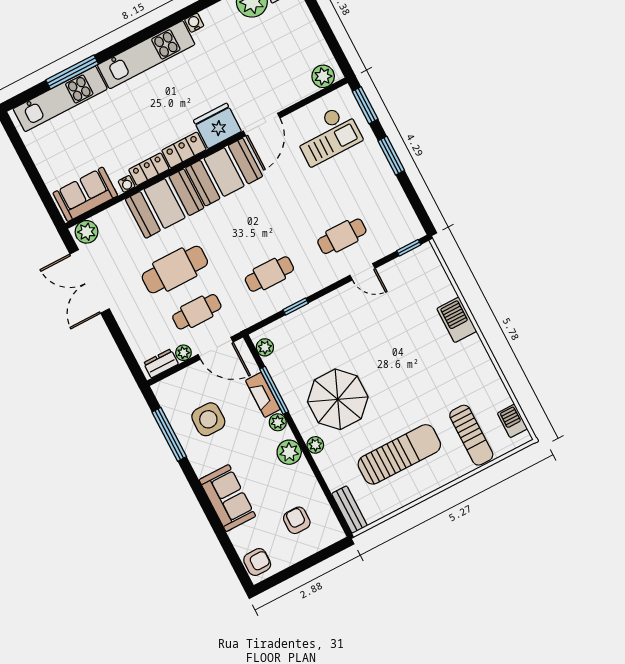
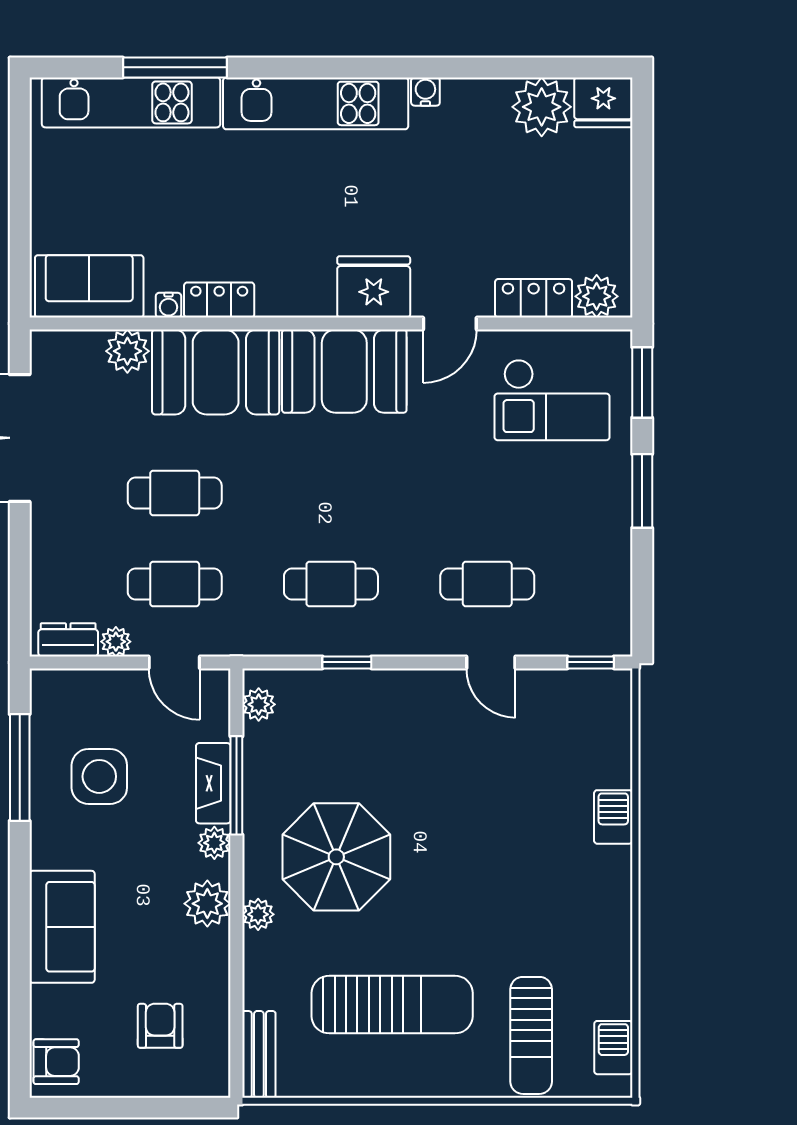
door: (262, 124) -> (450, 324), width x0.73
locker: (184, 150) -> (534, 298), moved
plant: (87, 232) -> (127, 351), moved
cafe table: (175, 270) -> (175, 493), width x0.73, depth x0.74
barbecue: (457, 320) -> (613, 817), width x0.73, depth x0.79
door: (216, 348) -> (174, 662), width x0.73

